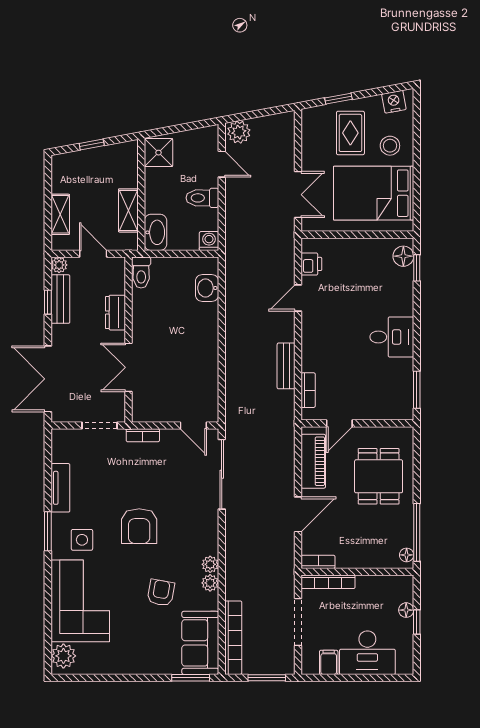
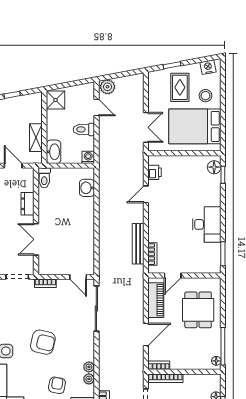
desk: (392, 337) -> (207, 224), width x1.37
bench: (286, 366) -> (138, 244), width x1.36
armchair: (139, 526) -> (43, 342), turned -77

